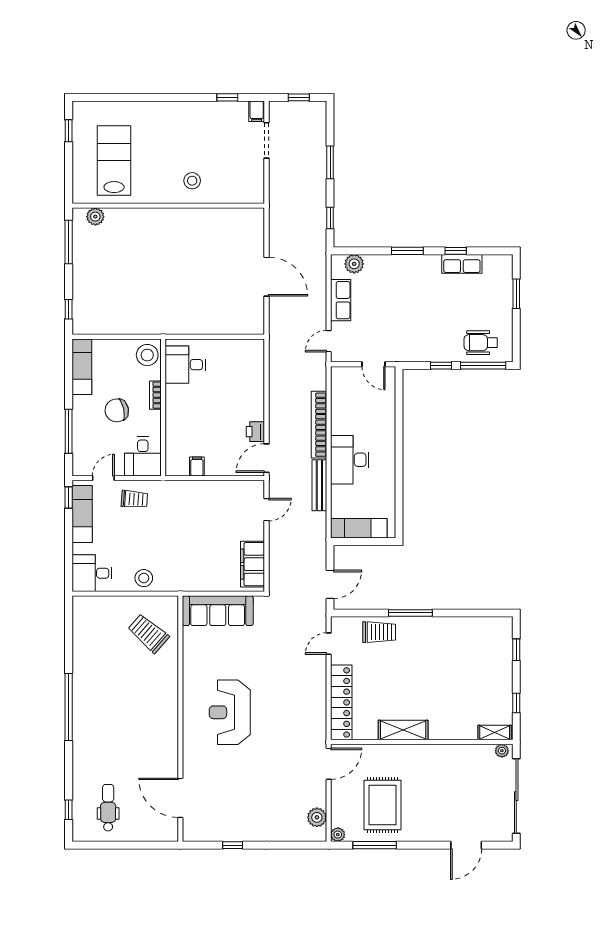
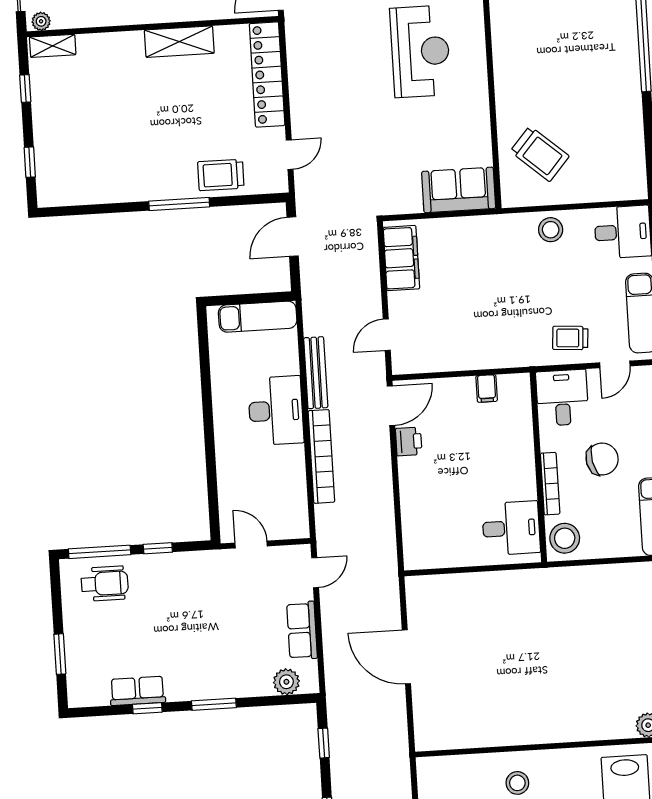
bookcase: (155, 395) -> (550, 484), width x1.56
sofa: (218, 611) -> (459, 190), width x0.73

